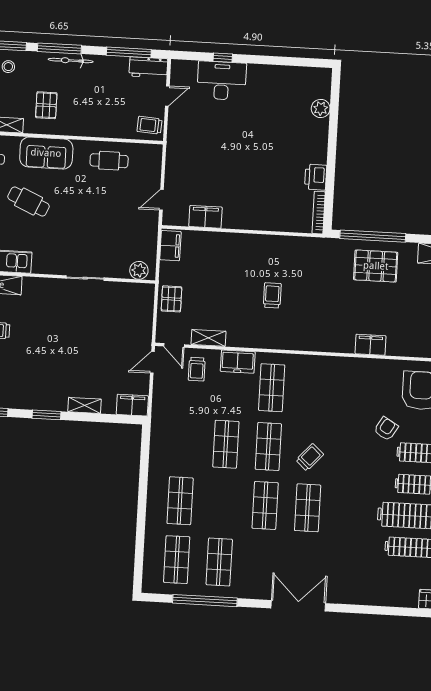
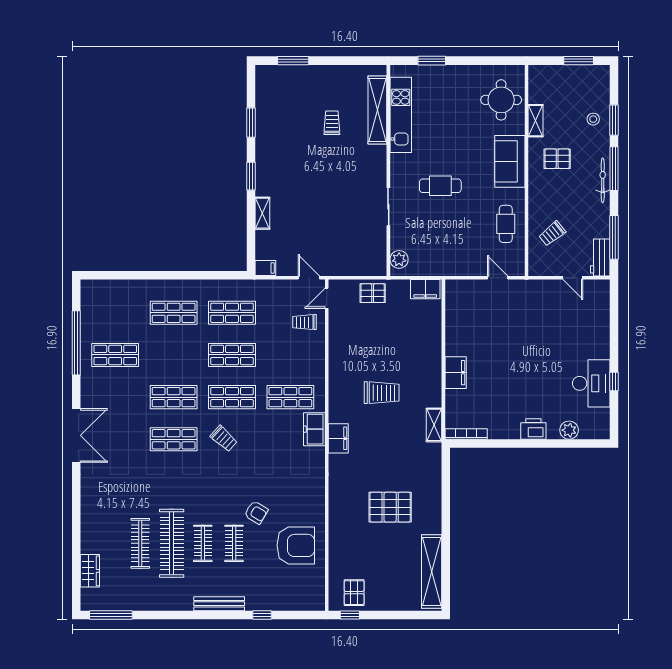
window: (223, 58) -> (614, 382), moved
desk: (222, 81) -> (591, 383), moved
trolley: (150, 125) -> (552, 234), moved, turned -133
printer: (316, 177) -> (533, 429), moved
door: (161, 200) -> (498, 278), moved
cafe table: (29, 202) -> (440, 186), moved, turned 66
filing cabinet: (205, 217) -> (456, 373), moved
window: (373, 236) -> (446, 489), removed
pallet: (376, 266) -> (390, 507), moved, turned 90
trolley: (272, 295) -> (382, 393), width x1.36, depth x1.39
shelving: (209, 338) -> (434, 425), moved
filing cabinet: (370, 345) -> (338, 438), moved
freezer: (238, 362) -> (314, 429), moved
filing cabinet: (132, 405) -> (265, 268), width x0.50
shop shelf: (177, 560) -> (232, 313), moved

